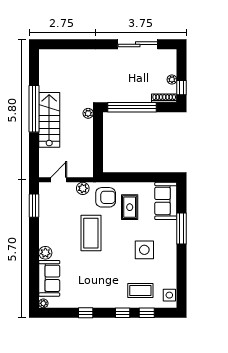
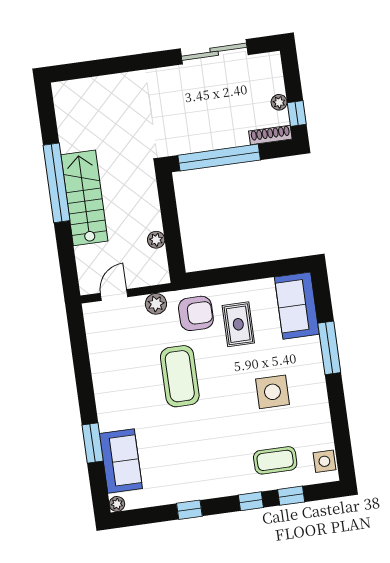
plant: (88, 113) -> (156, 240), moved
window: (34, 206) -> (93, 443), moved
plant: (45, 253) -> (109, 420), removed

